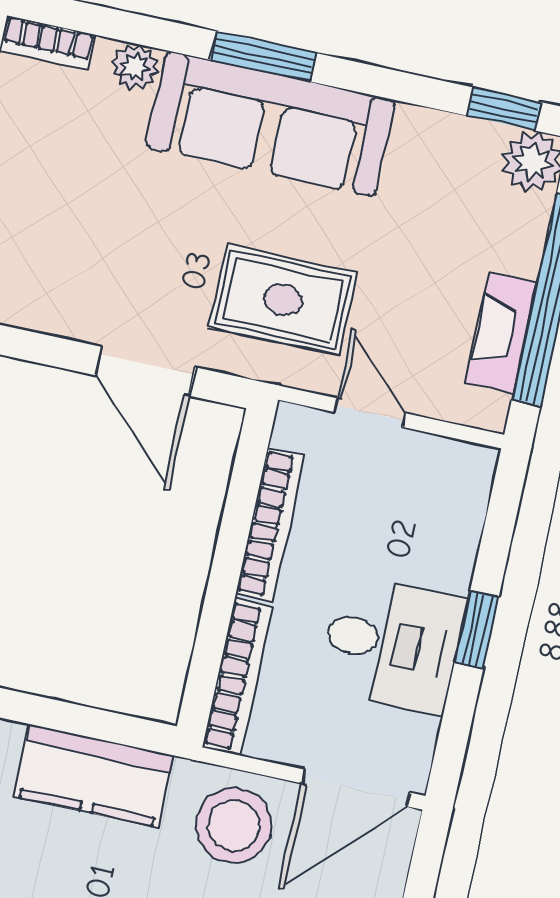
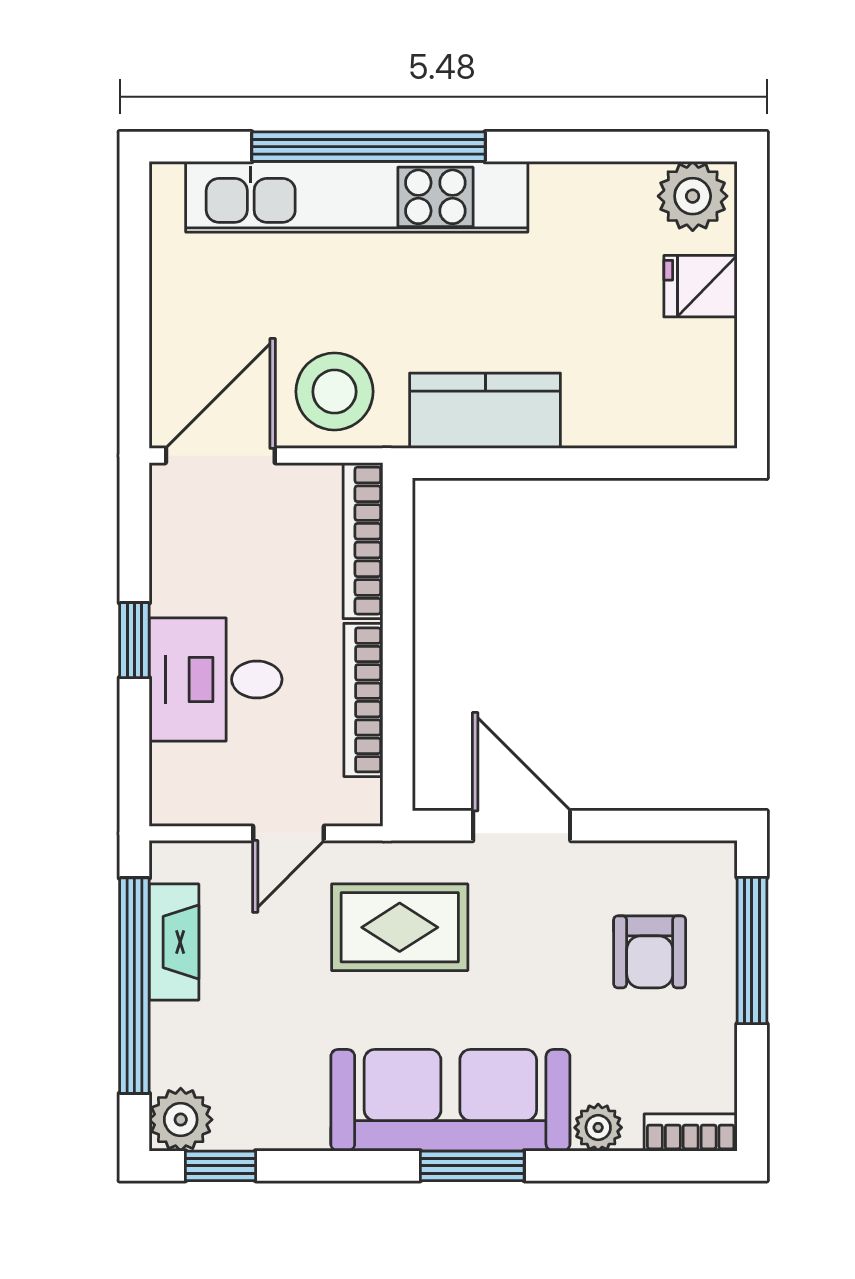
armchair: (49, 224) -> (650, 952), added
door: (370, 413) -> (288, 833), hinge flipped
desk: (392, 644) -> (216, 679), moved

